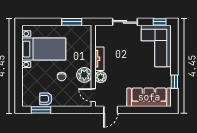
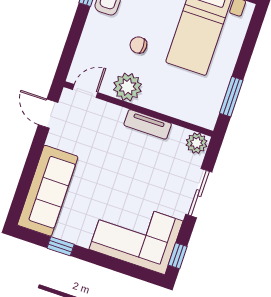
plant: (101, 77) -> (197, 143), moved

